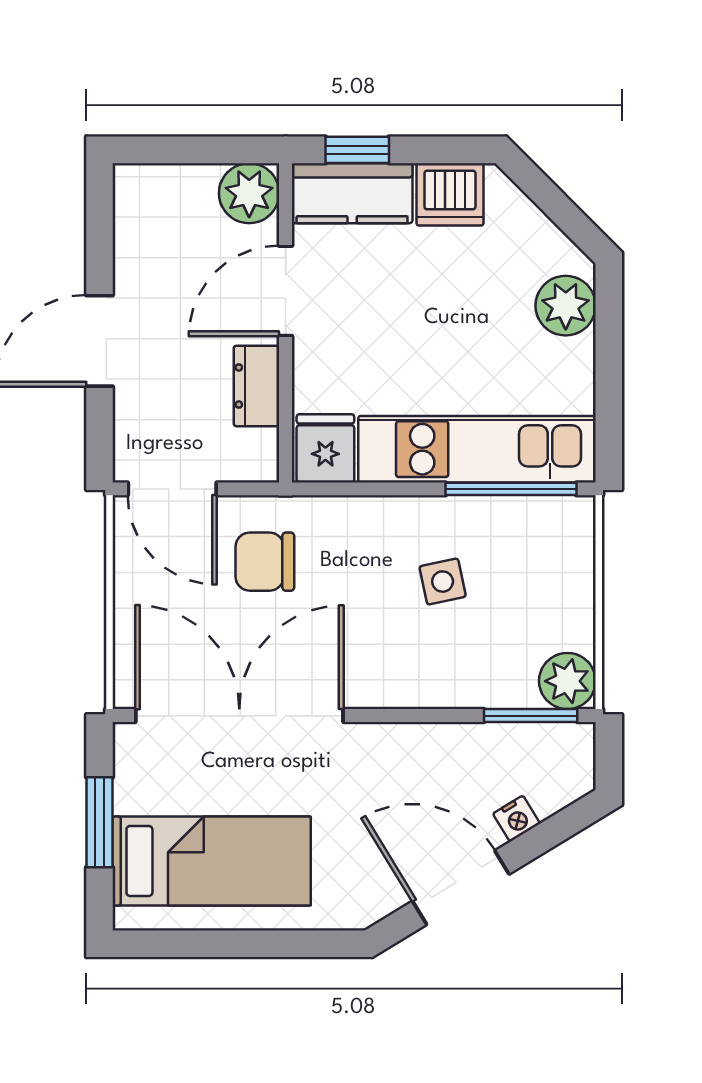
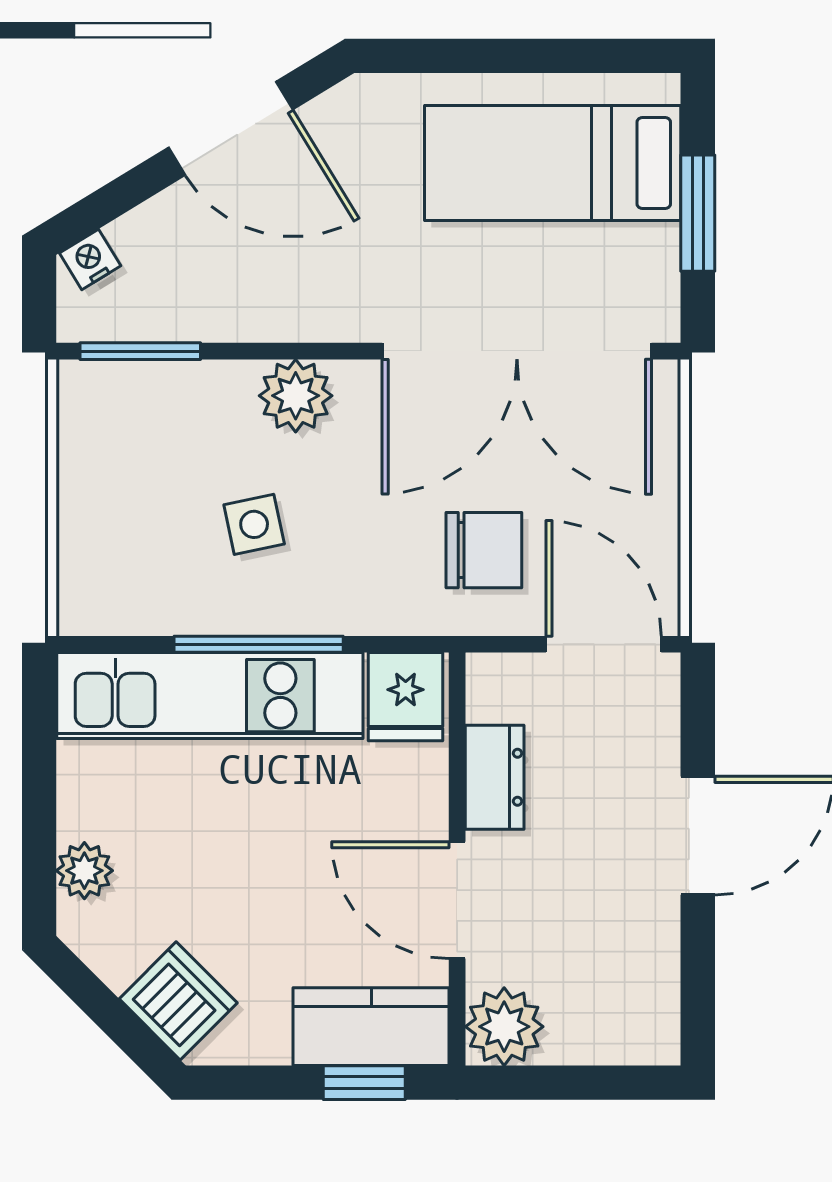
dishwasher: (450, 194) -> (178, 1001), moved, turned 45
door: (286, 291) -> (457, 900), swing flipped
plant: (566, 306) -> (84, 871), width x0.73, depth x0.73
window: (511, 489) -> (259, 644), moved
plant: (567, 681) -> (296, 396), moved
nightstand: (516, 819) -> (90, 259), moved

